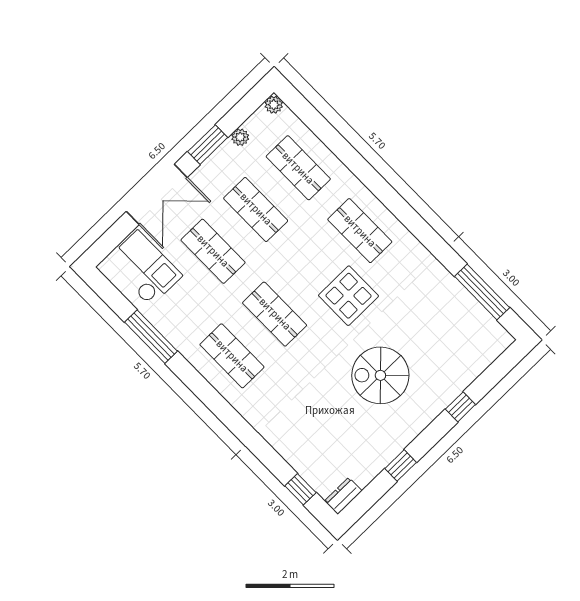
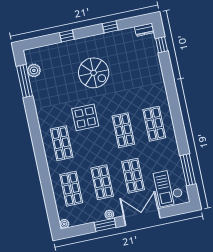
plant: (240, 137) -> (109, 214), moved
plant: (478, 318) -> (34, 70), added
window: (151, 337) -> (188, 170), moved

